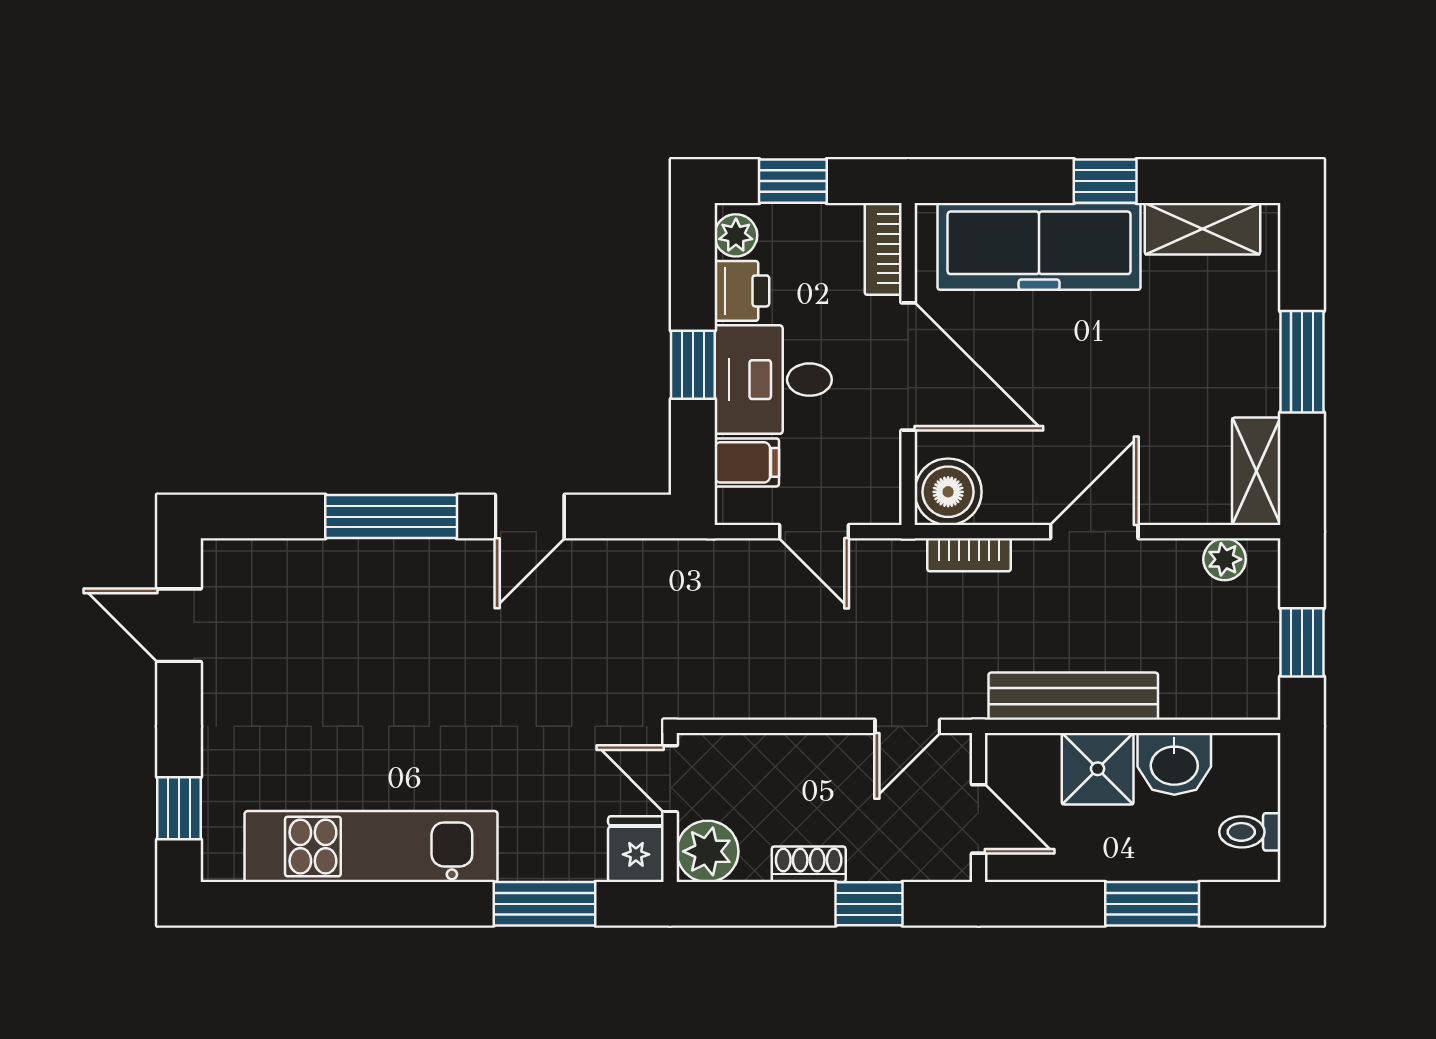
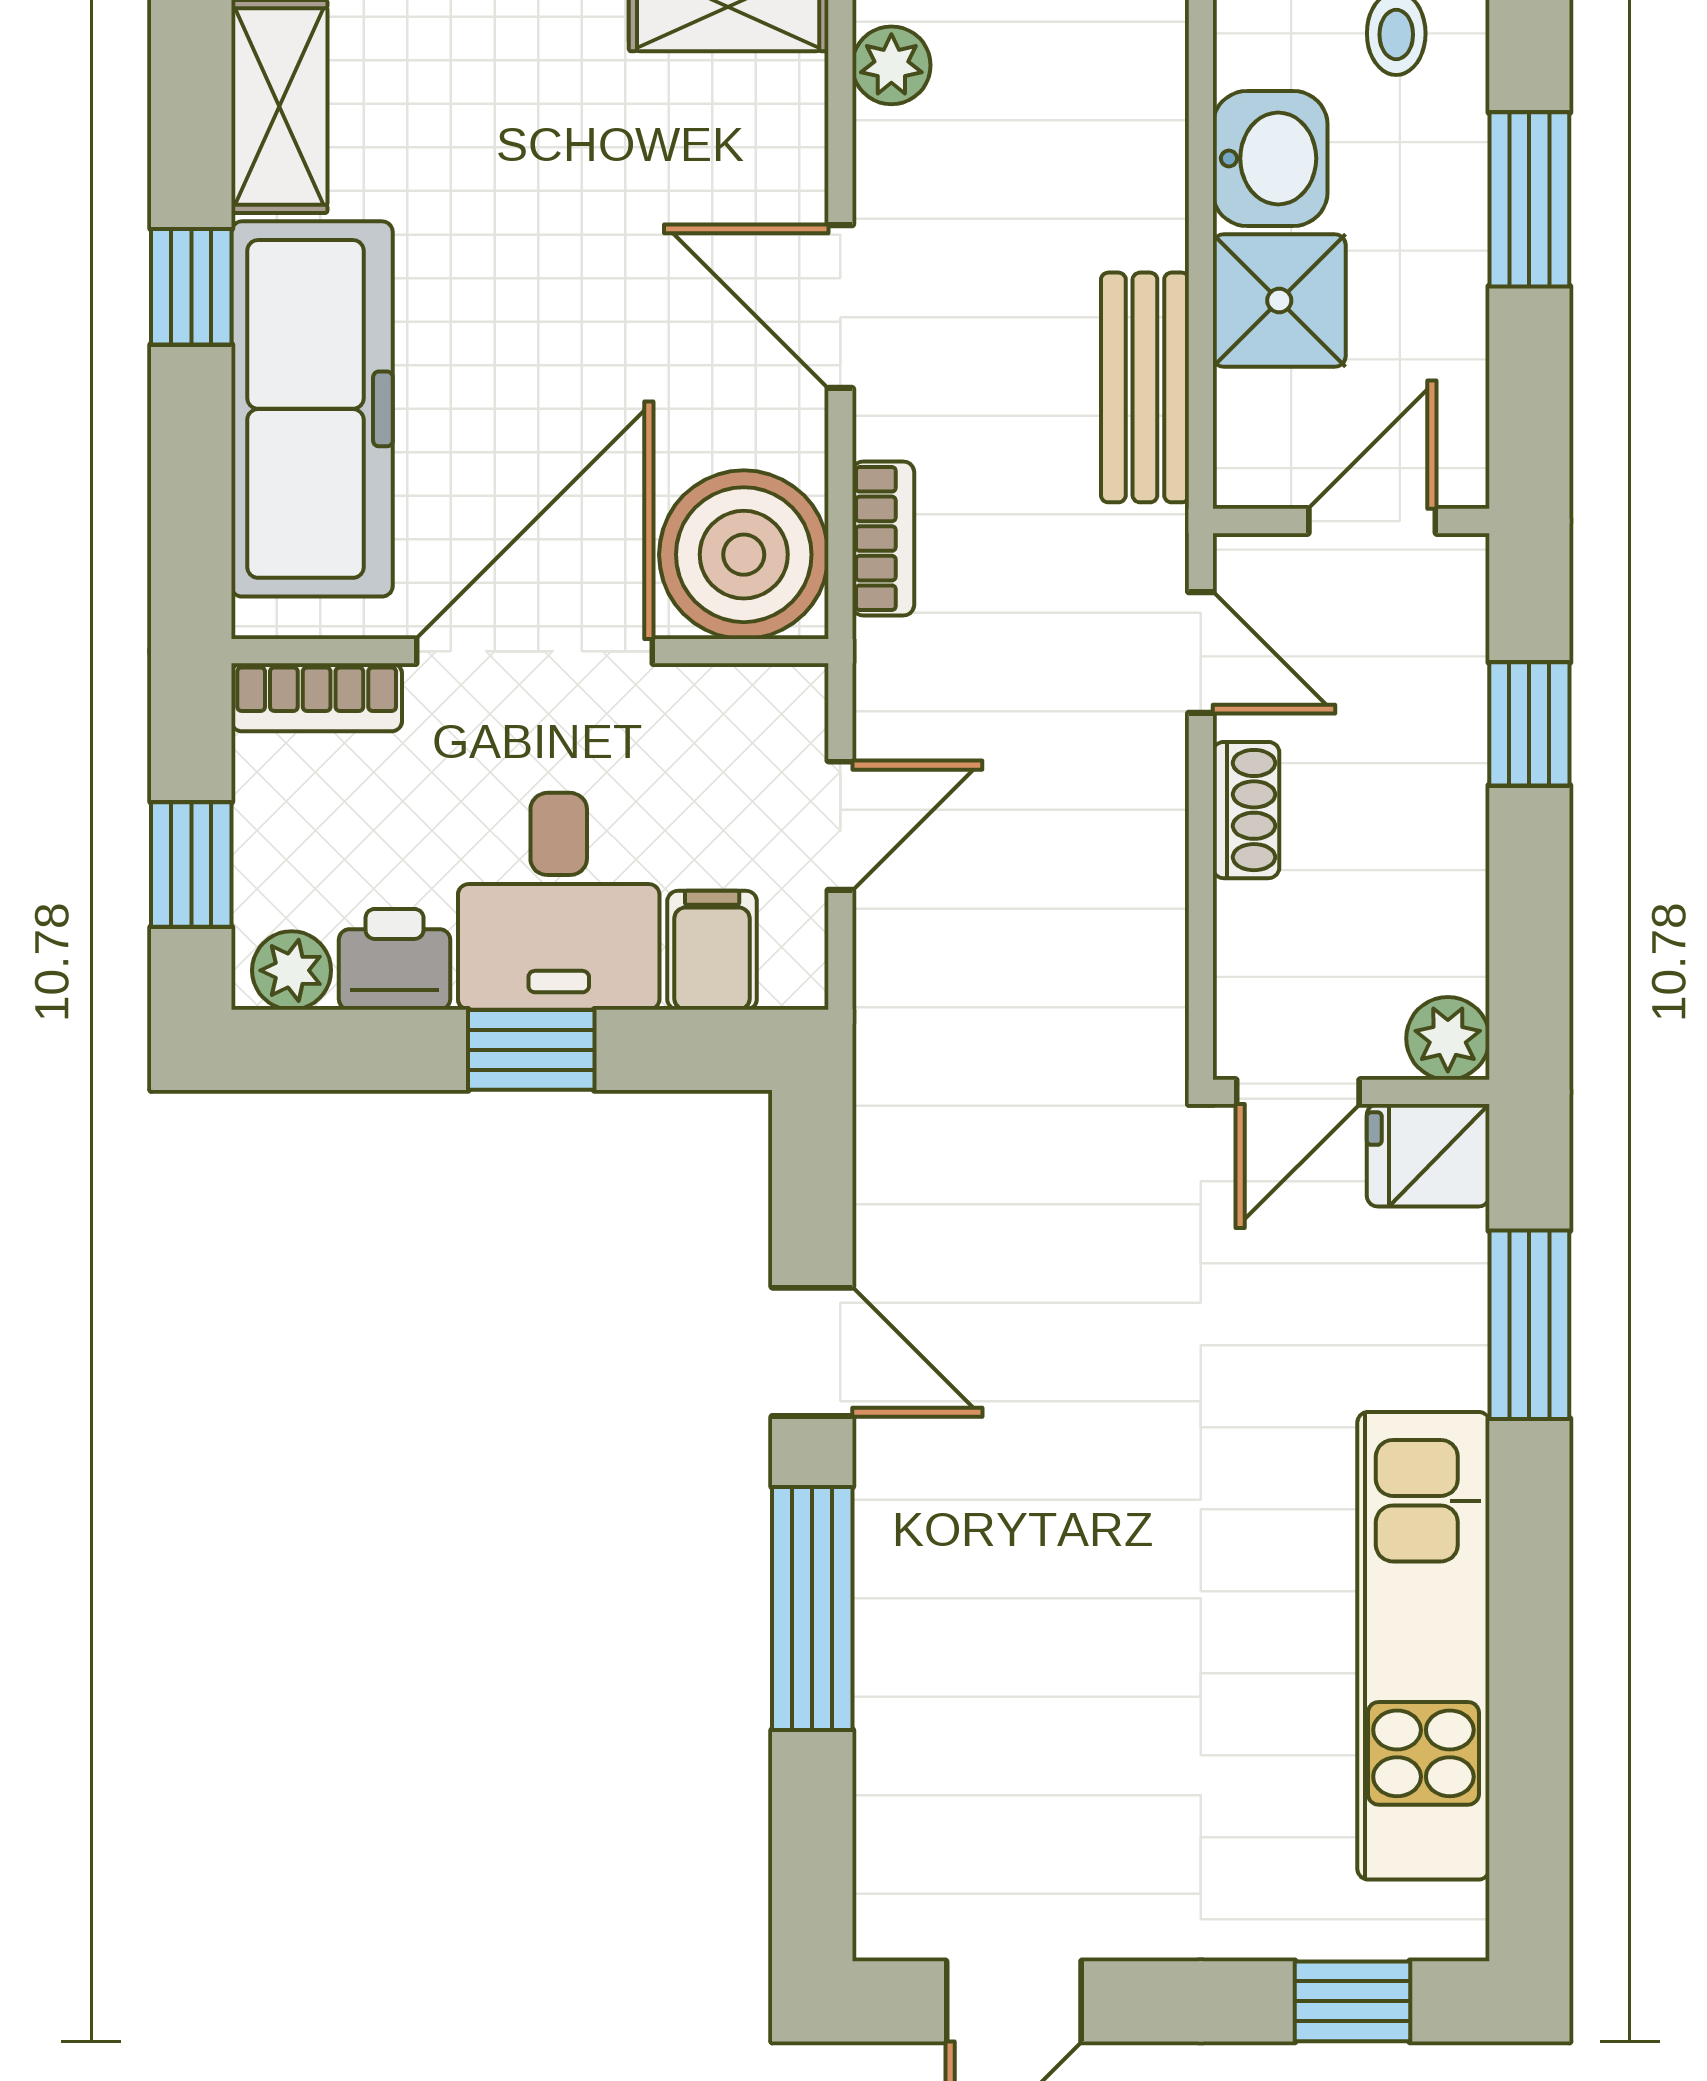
boiler: (948, 492) -> (744, 555), width x1.37, depth x1.37
bench: (1073, 696) -> (1145, 387), width x0.73
plant: (707, 851) -> (1448, 1038), width x0.73, depth x0.73
shoe rack: (809, 864) -> (1246, 810), moved, turned 180

